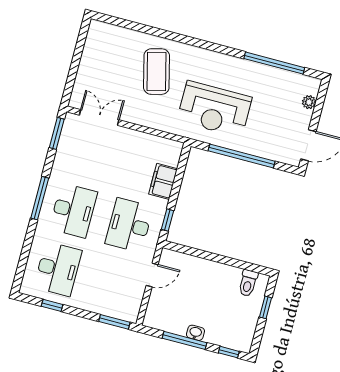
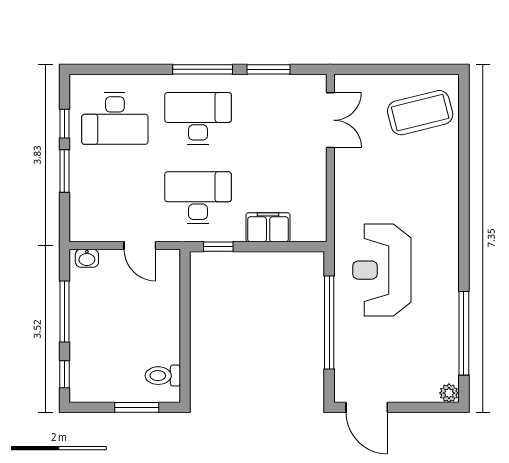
coffee table: (157, 72) -> (420, 113), moved
plant: (309, 102) -> (449, 393), moved
window: (57, 133) -> (268, 69), moved
desk: (73, 210) -> (198, 118), turned 180
window: (266, 307) -> (137, 407), width x1.50
window: (114, 322) -> (64, 171), moved
washbasin: (195, 333) -> (87, 258), moved, turned 90

